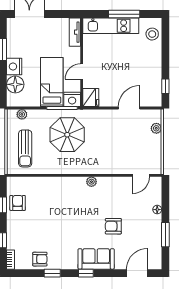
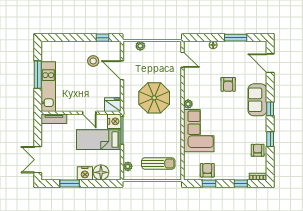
stool: (152, 34) -> (93, 61), moved
parasol: (67, 135) -> (154, 98), moved
corner sofa: (62, 193) -> (199, 131), added
armchair: (18, 203) -> (207, 170), turned 90

